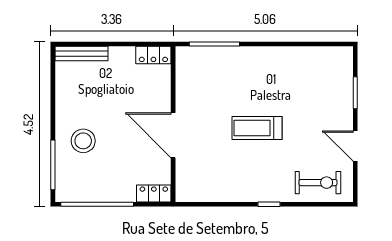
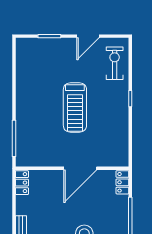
treadmill: (257, 128) -> (75, 107), width x1.37, depth x1.38

